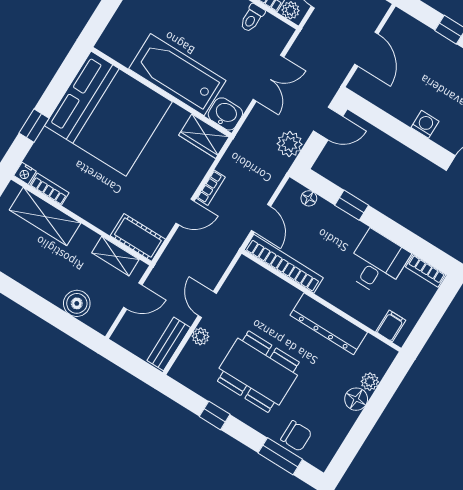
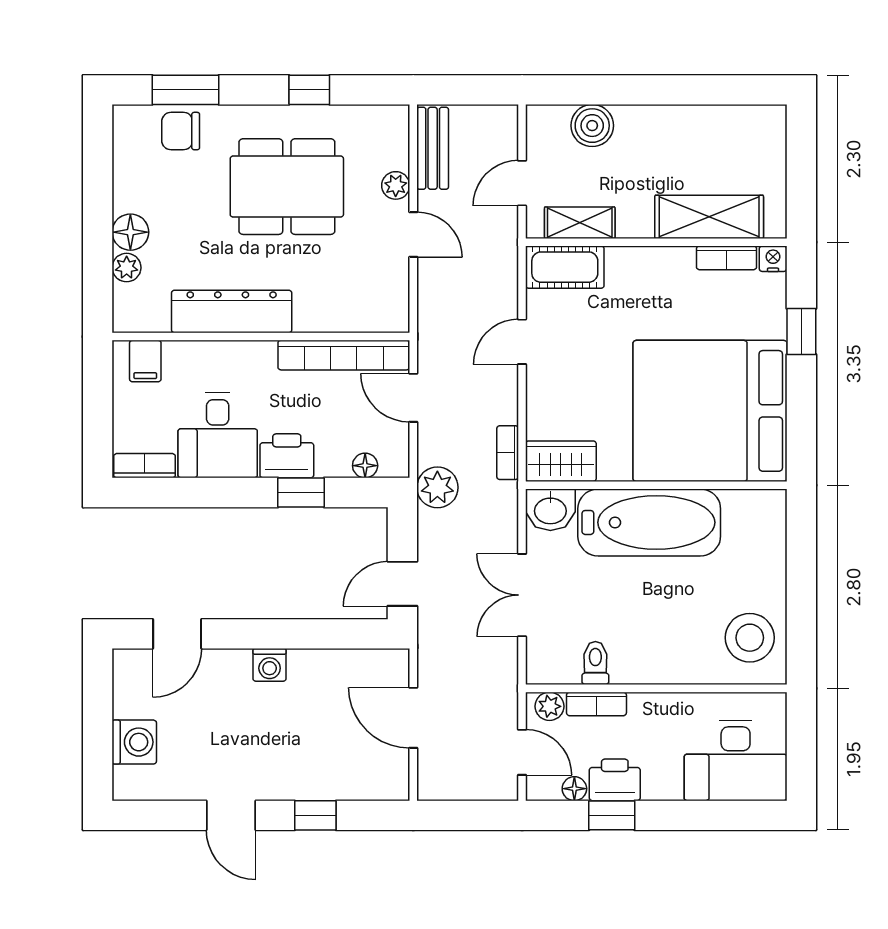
plant: (290, 144) -> (437, 487), moved
bookcase: (211, 188) -> (508, 453), moved
printer: (347, 229) -> (287, 456), added

